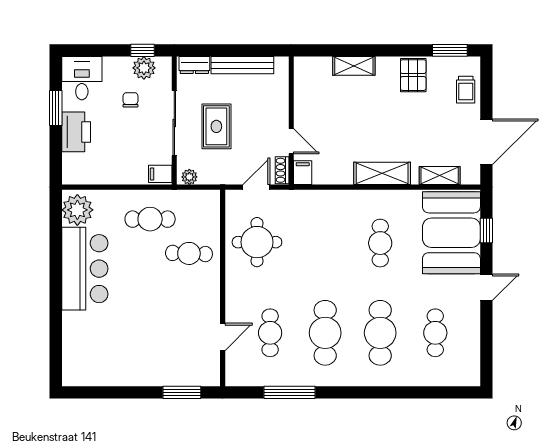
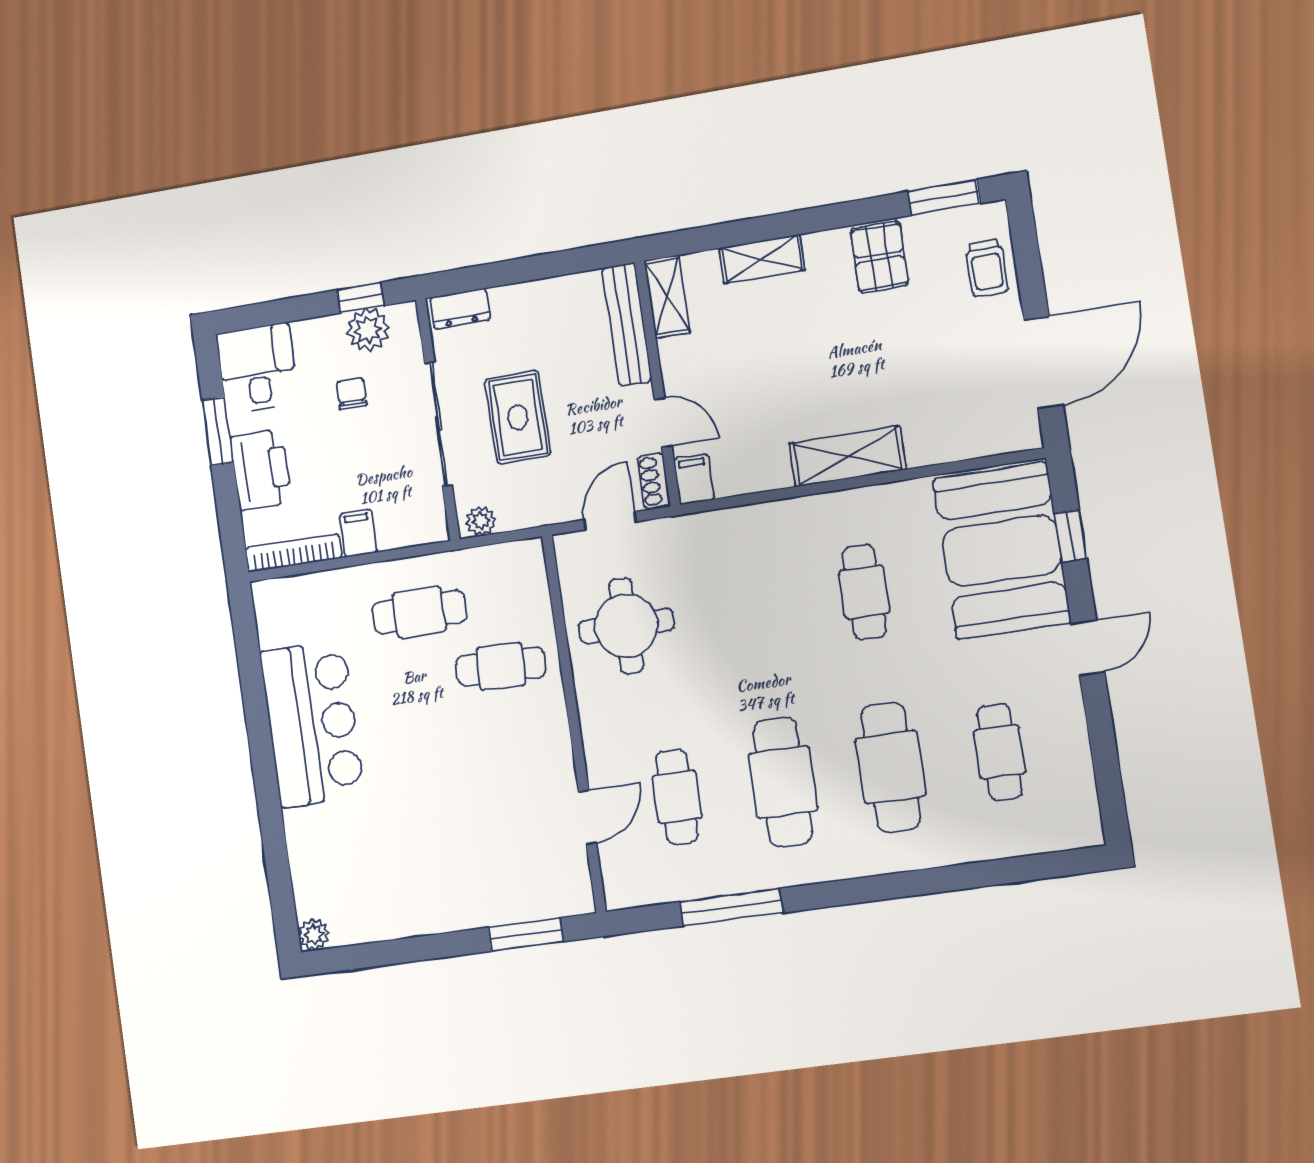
bench: (242, 65) -> (627, 324), moved, turned 90
filing cabinet: (160, 174) -> (358, 533), moved, turned 90
shelving: (440, 176) -> (667, 296), moved, turned 90
bookcase: (87, 178) -> (293, 553), added
plant: (77, 210) -> (314, 935), moved, width x0.53, depth x0.53

